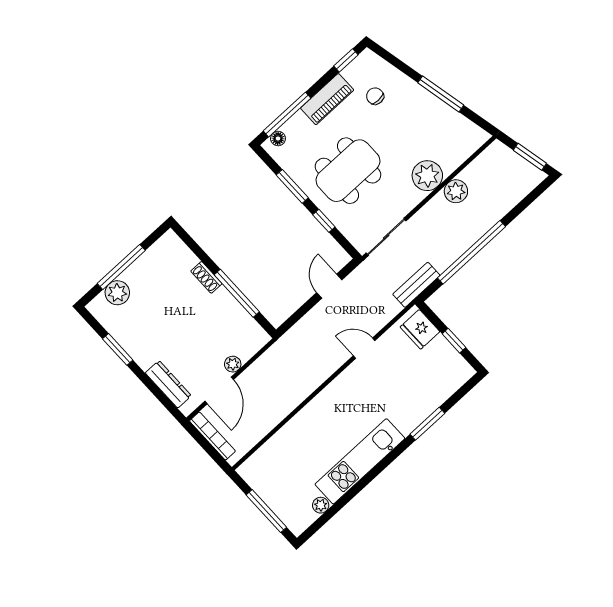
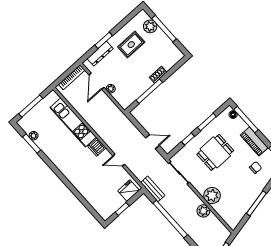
dining table: (348, 171) -> (215, 152), width x0.73
rug: (151, 327) -> (131, 45), added
door: (364, 348) -> (119, 160), swing flipped
window: (118, 349) -> (104, 40), moved
dishwasher: (341, 388) -> (97, 147), added
door: (219, 390) -> (96, 81), hinge flipped
window: (427, 424) -> (32, 144), moved
kitchen unit: (360, 461) -> (73, 122), moved, turned 180

